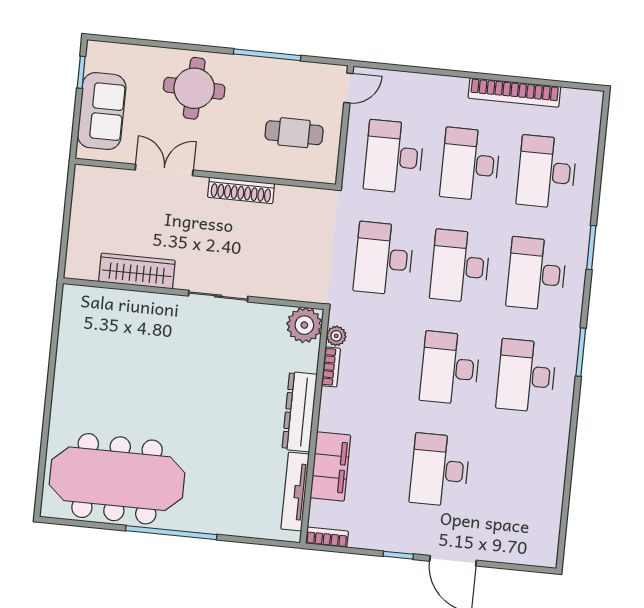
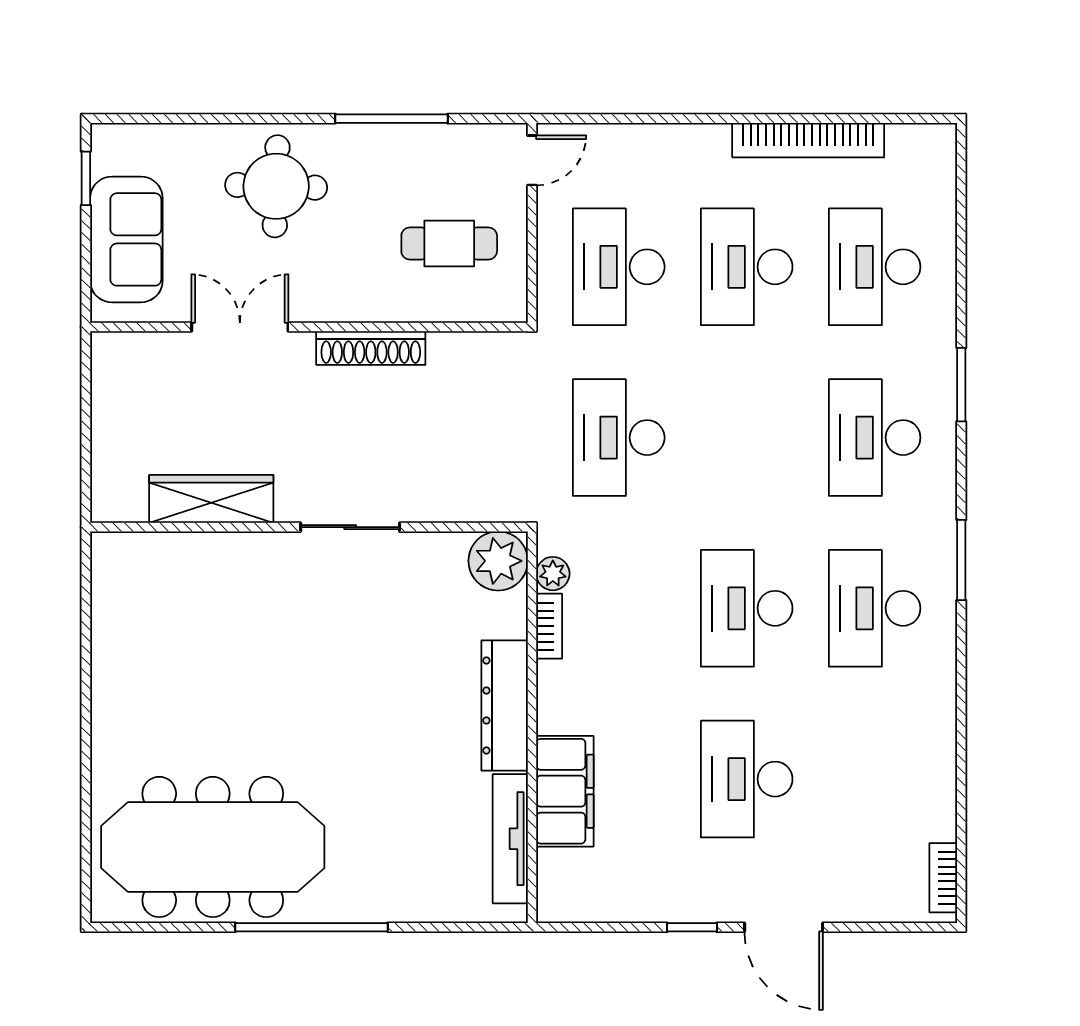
desk: (460, 266) -> (747, 438), removed
bookcase: (327, 537) -> (943, 878), moved, turned -90

